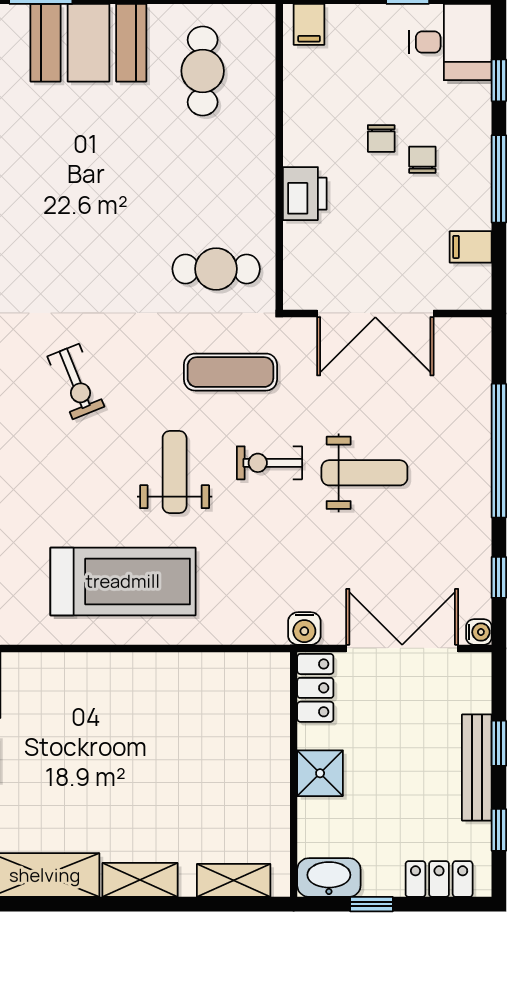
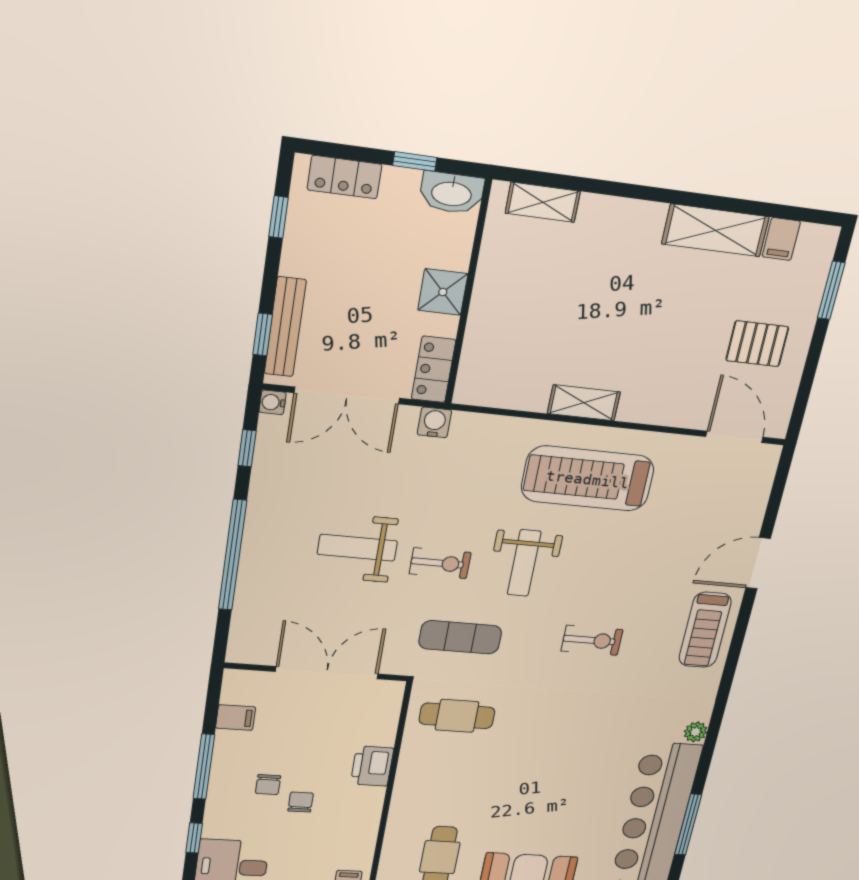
exercise bike: (76, 382) -> (592, 640), turned 112
window: (499, 743) -> (262, 334), moved
bench: (477, 767) -> (285, 327), moved
shelving: (140, 880) -> (584, 403), moved

